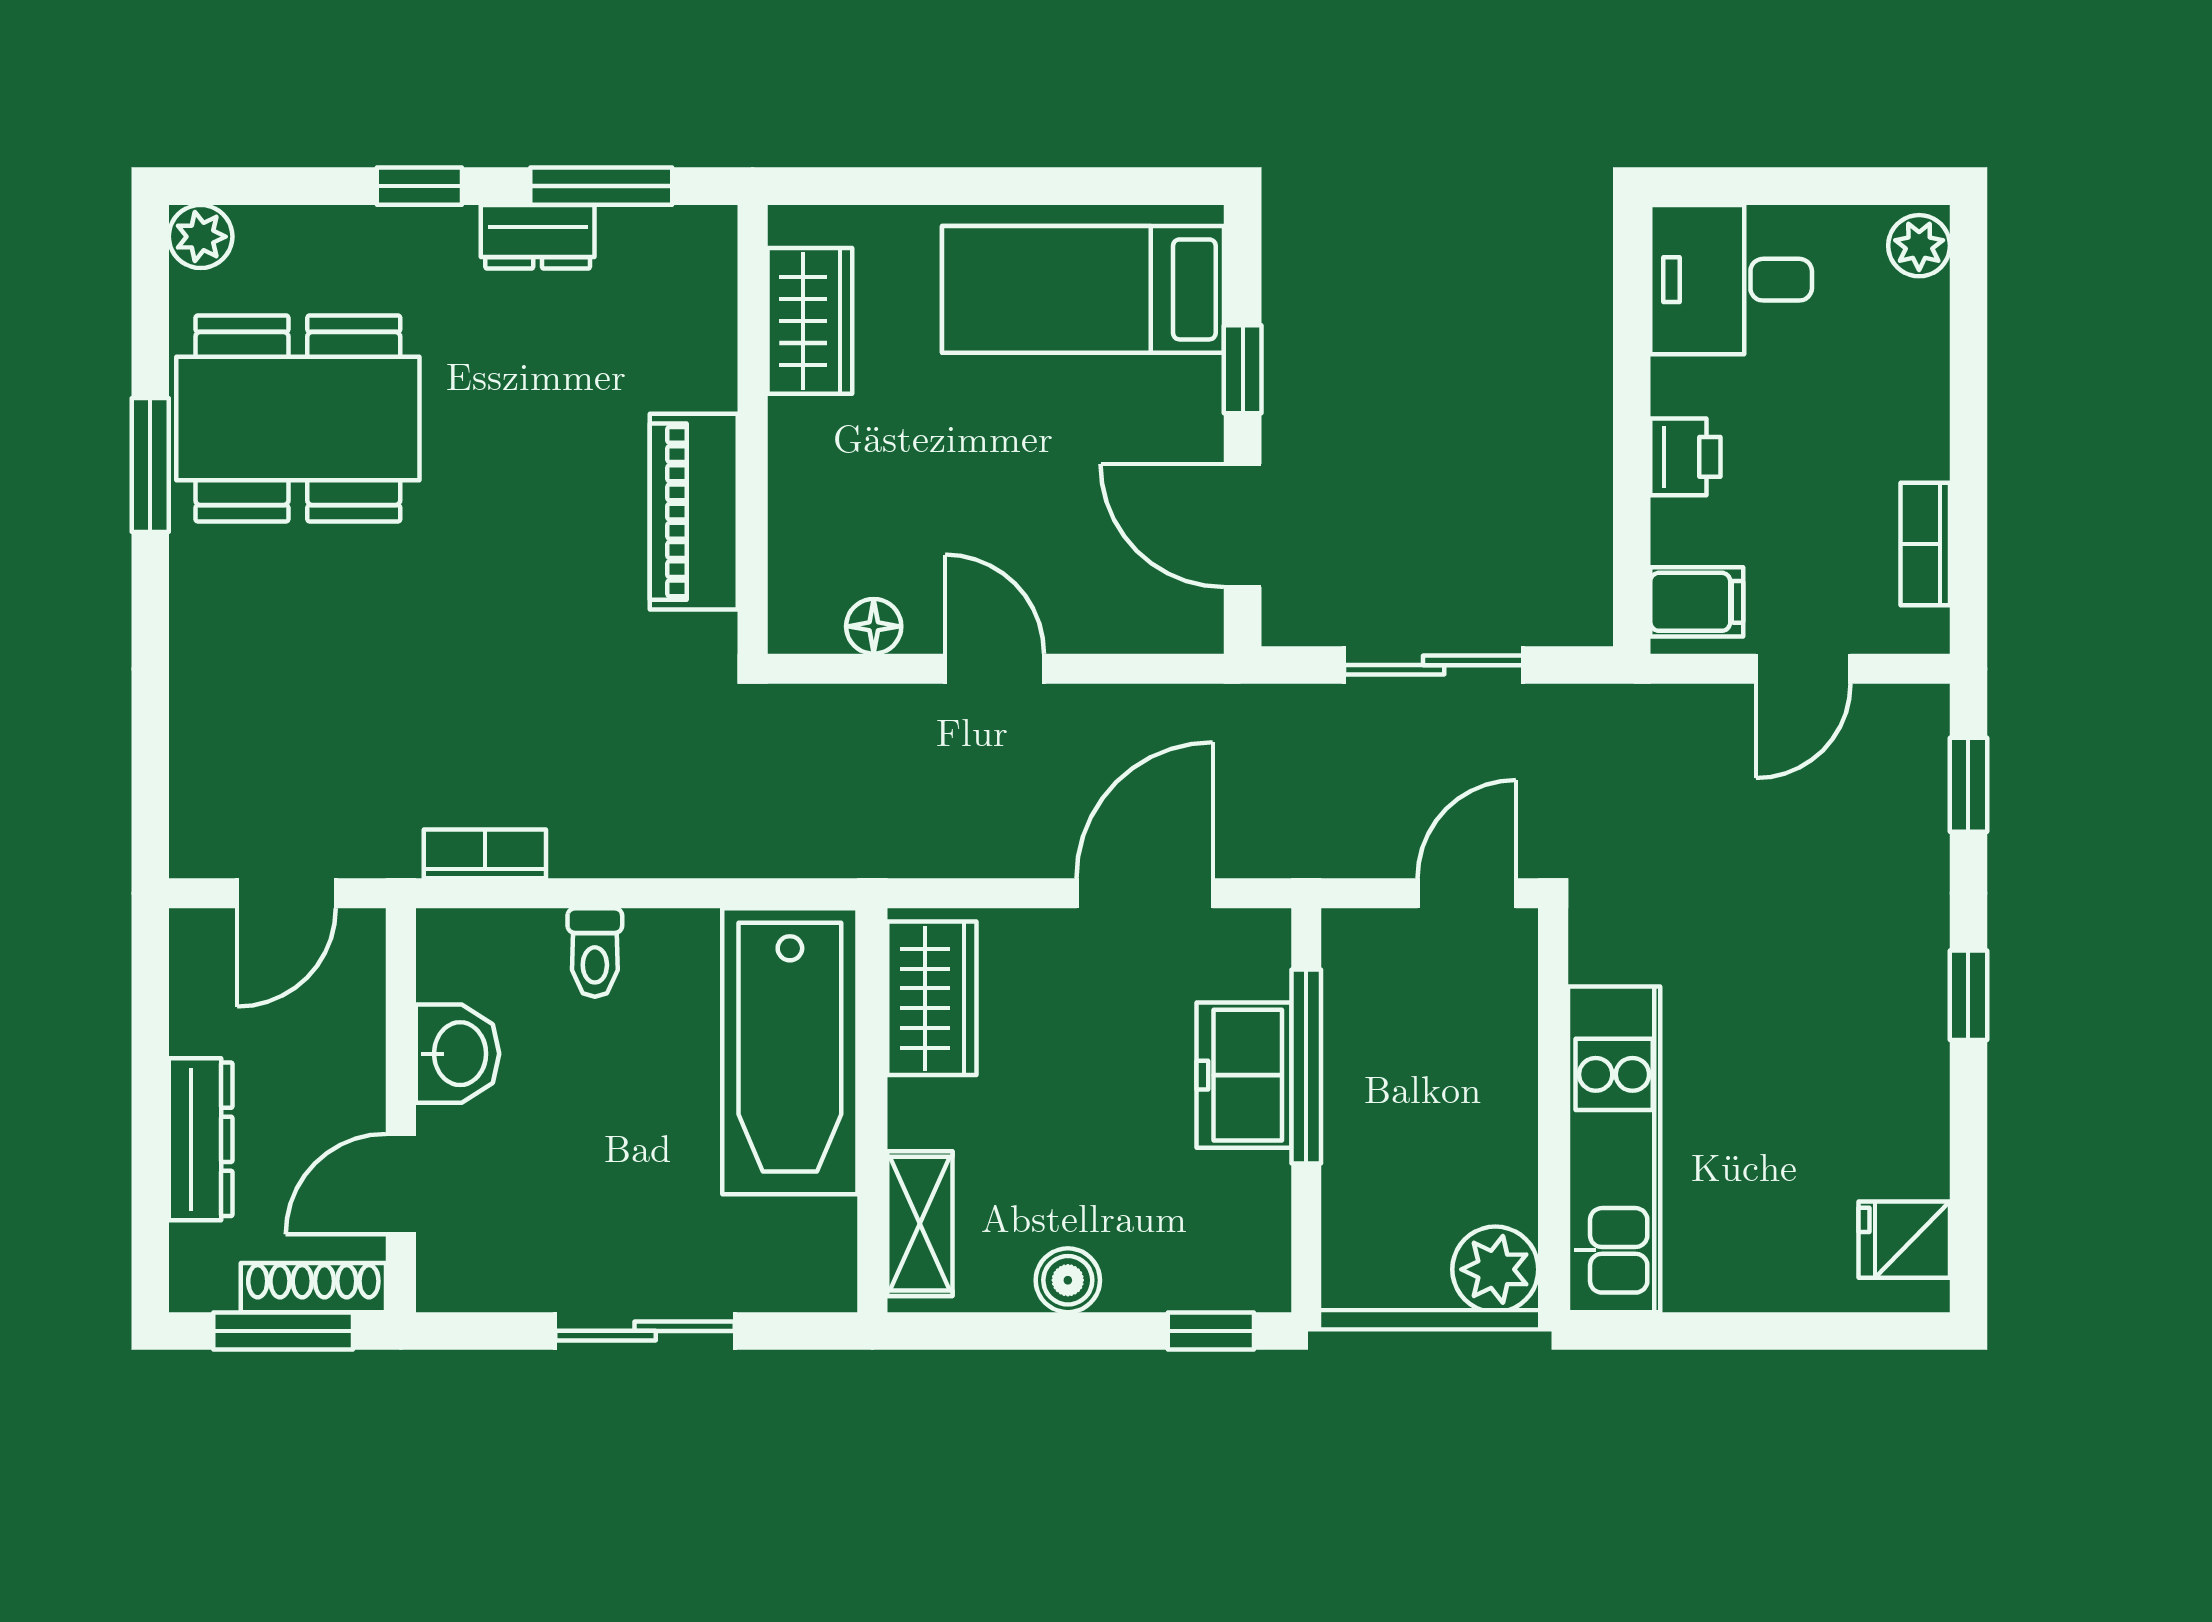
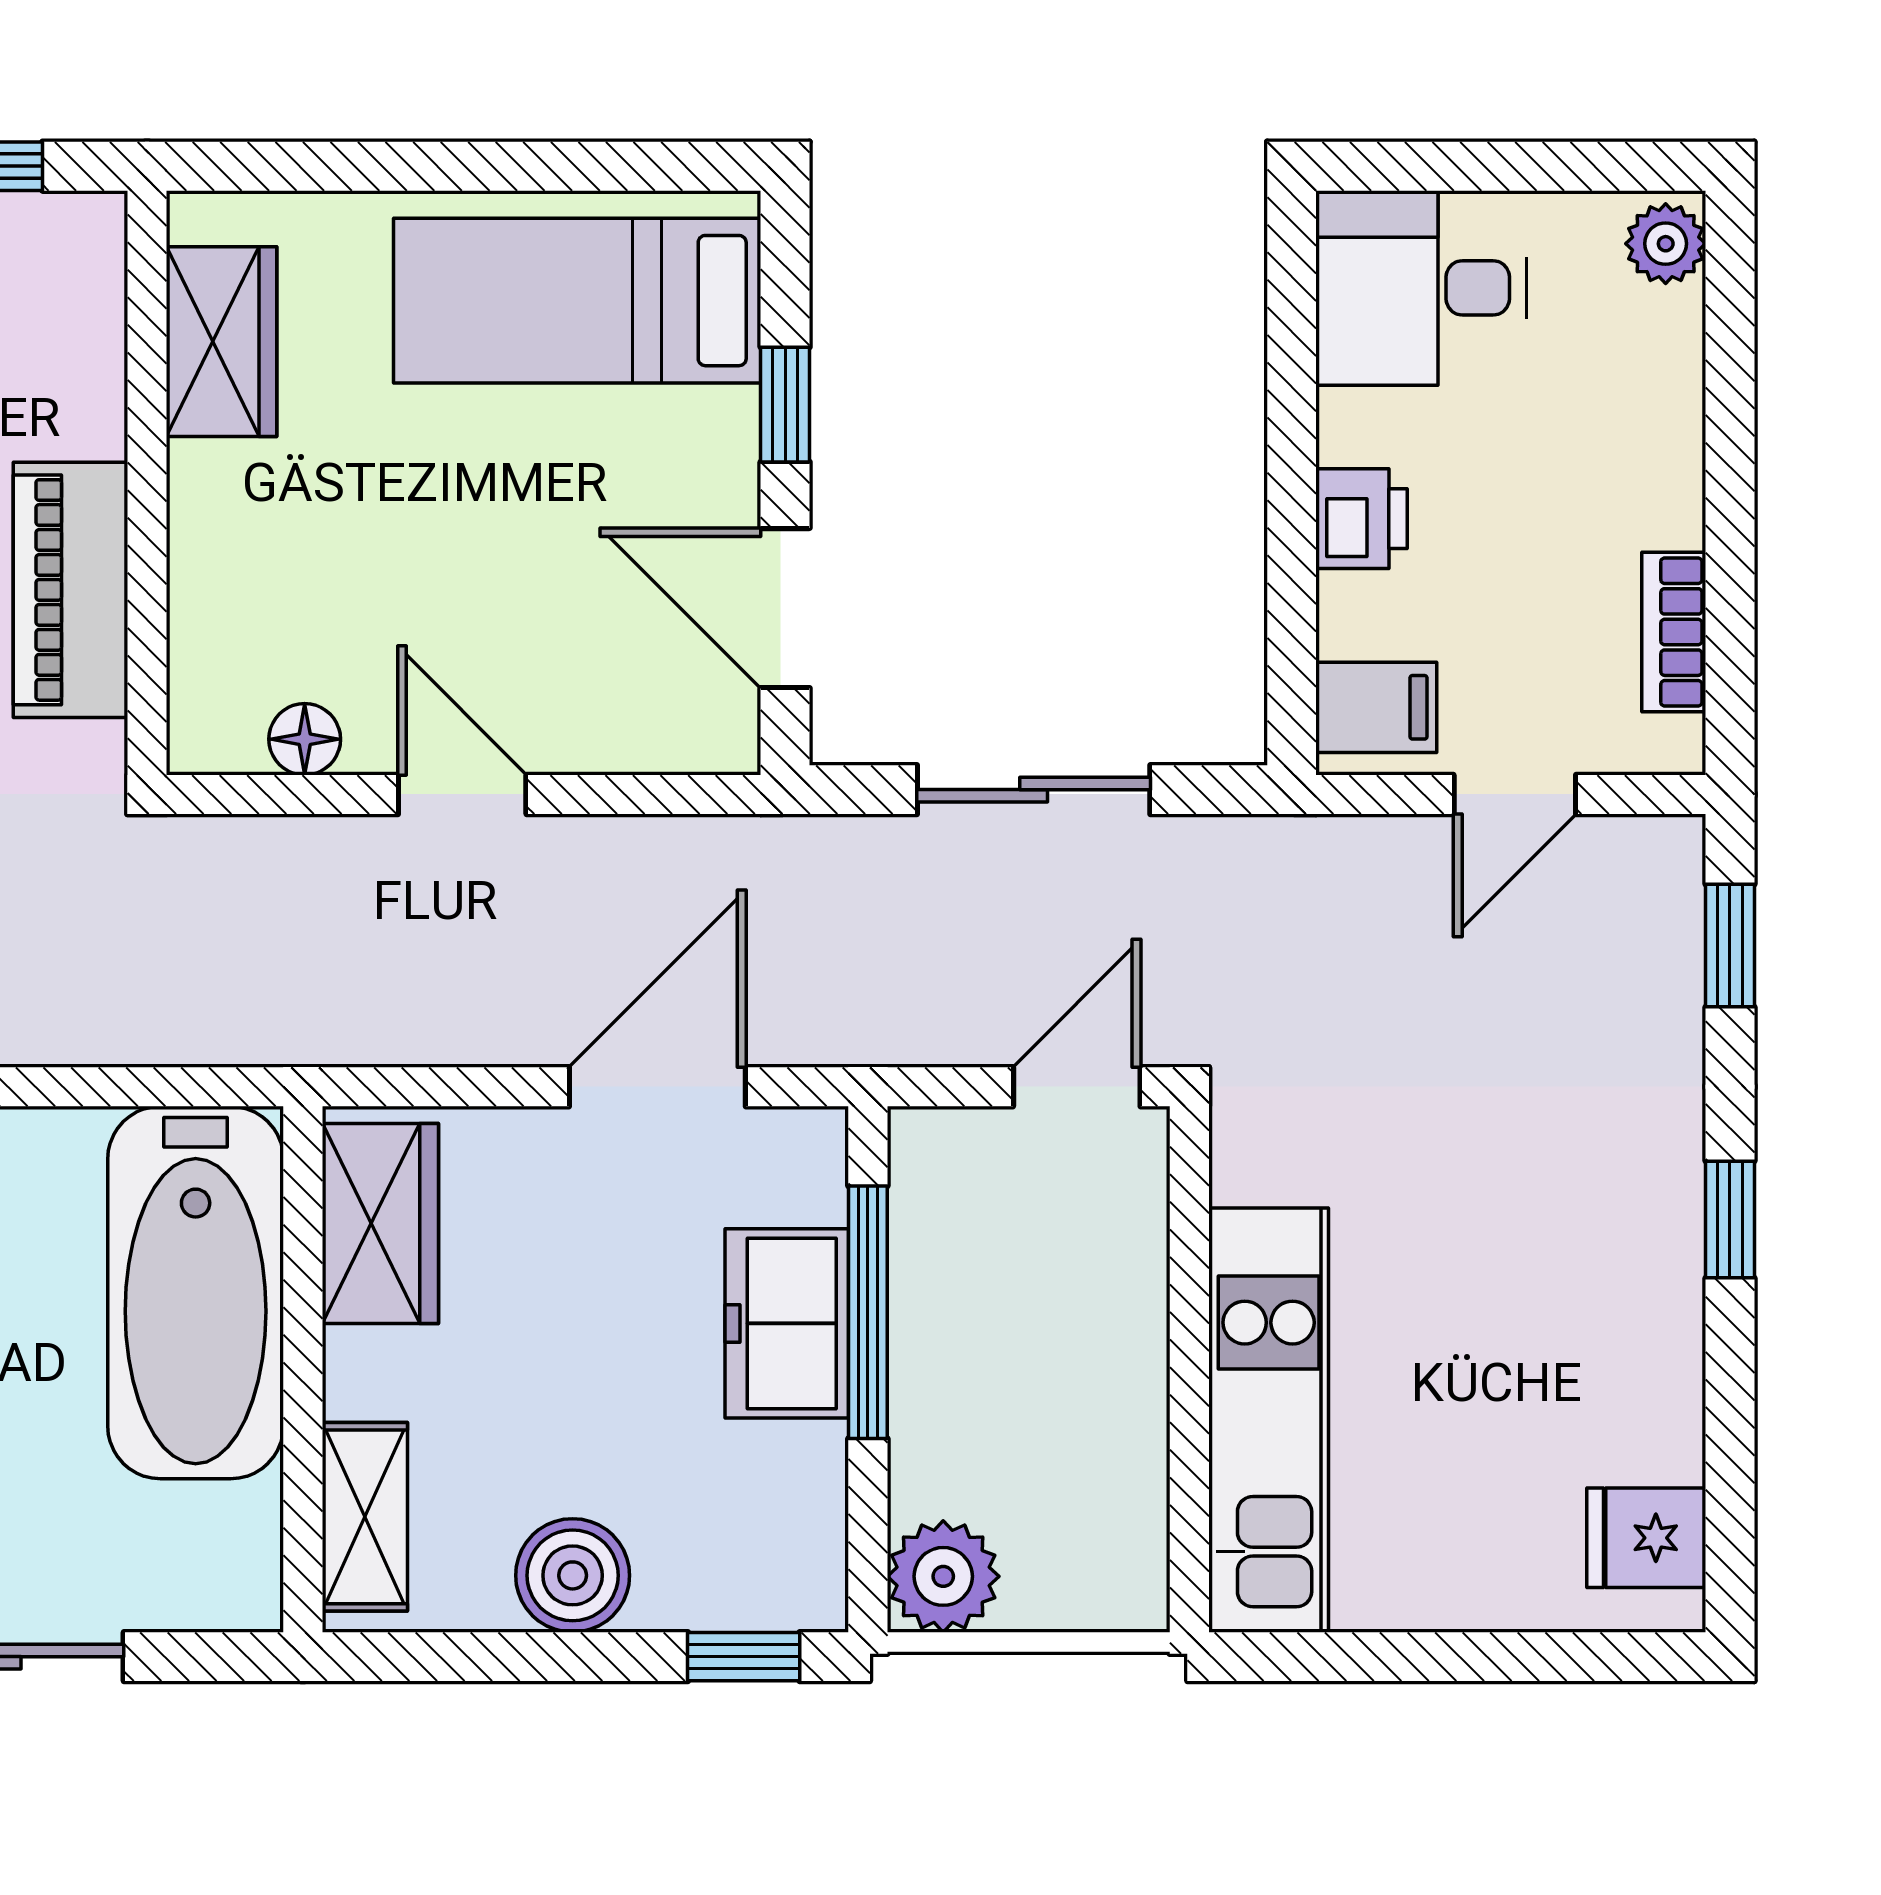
plant: (1495, 1269) -> (943, 1576), moved
boiler: (1068, 1280) -> (573, 1575), width x1.36, depth x1.36

